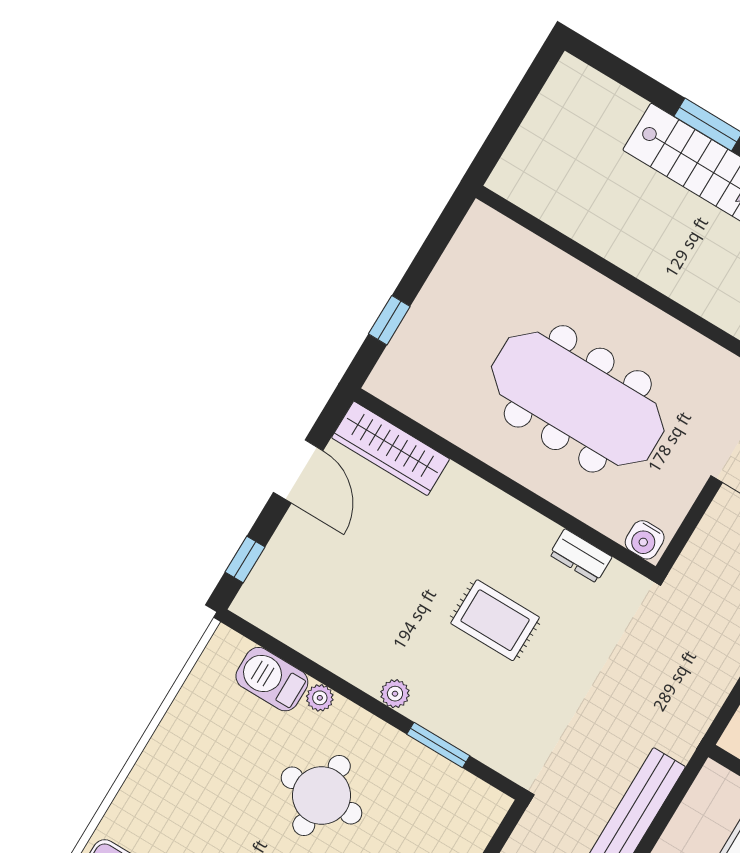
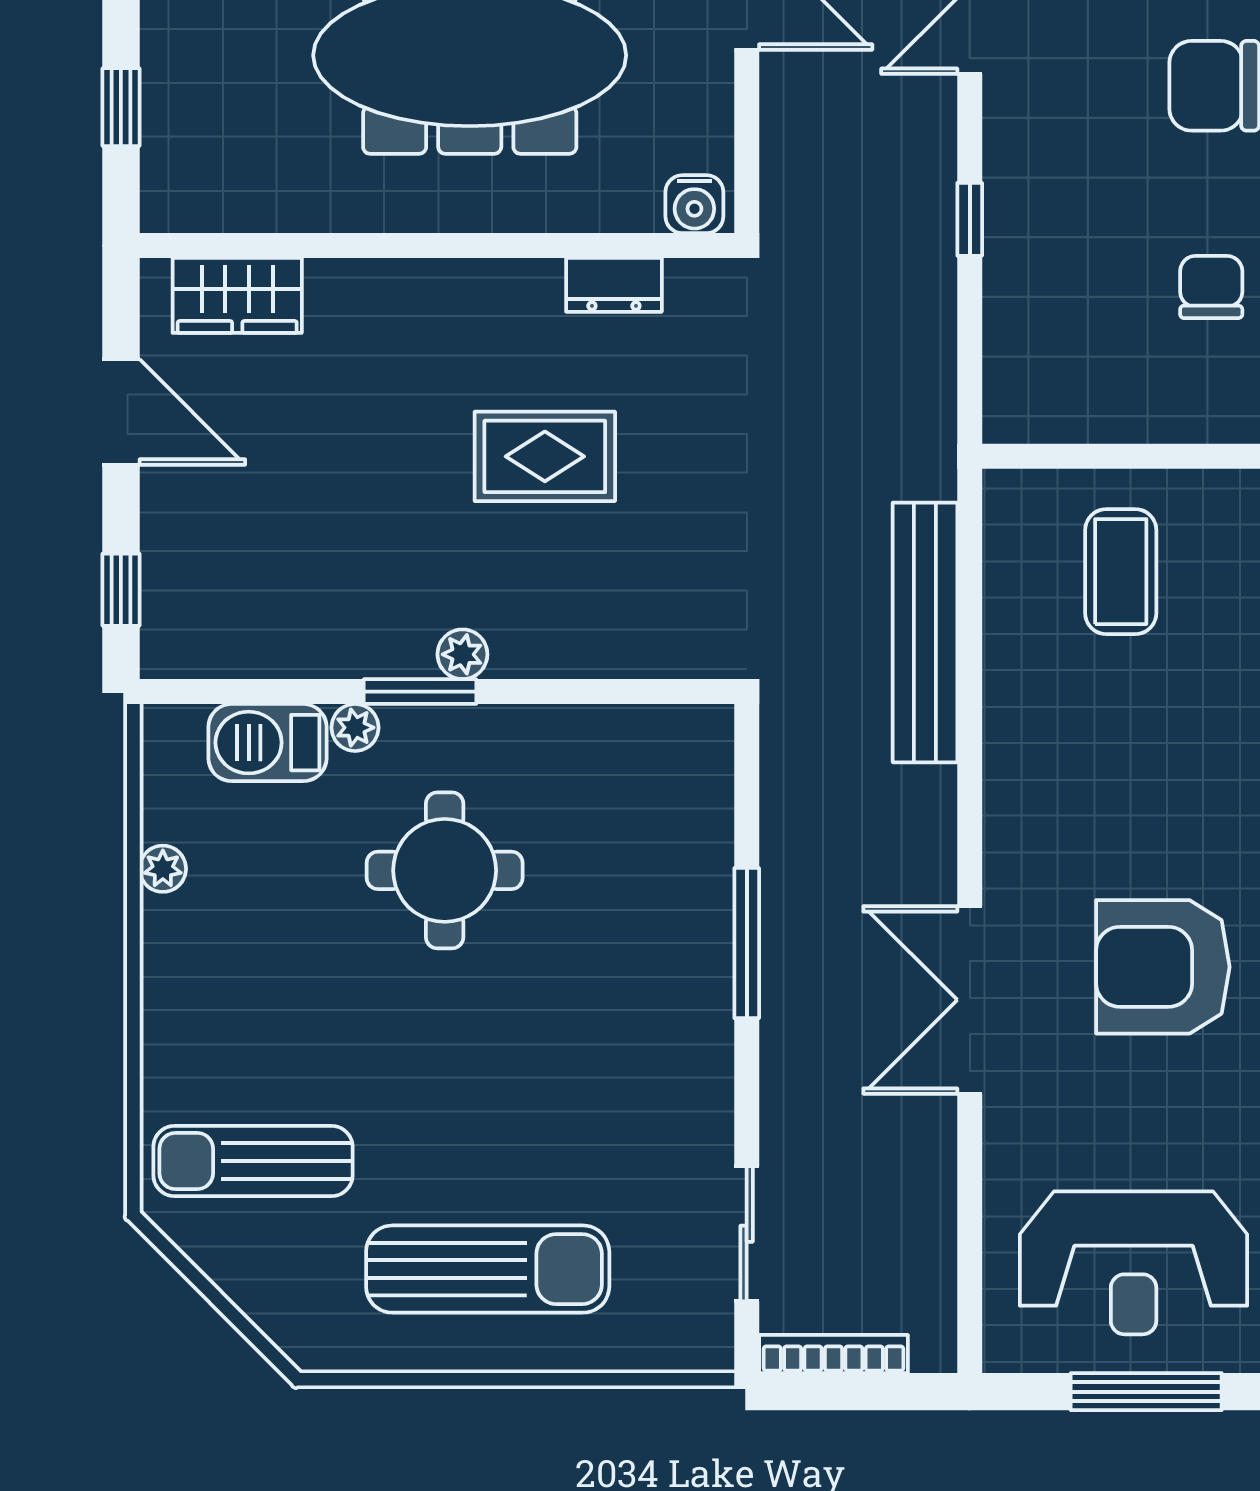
wardrobe: (391, 448) -> (237, 295), width x0.67
plant: (182, 710) -> (163, 869), added
window: (438, 745) -> (420, 692), moved

